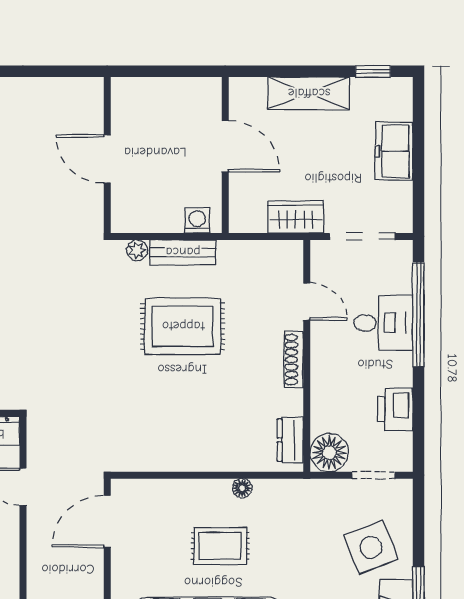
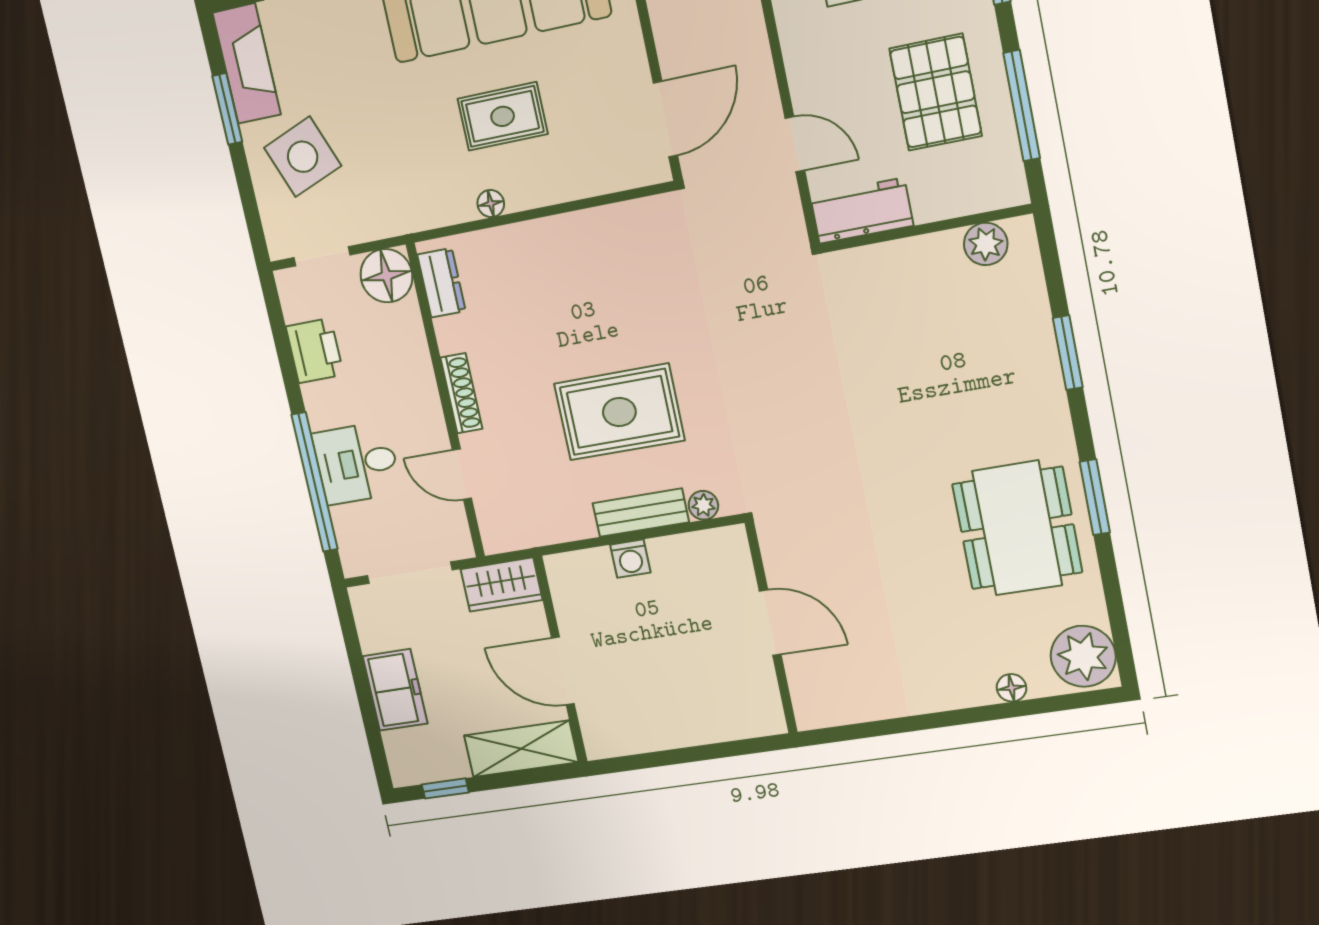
door: (225, 146) -> (563, 671), moved
wall: (225, 155) -> (560, 660), moved

